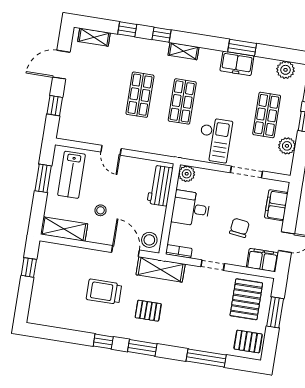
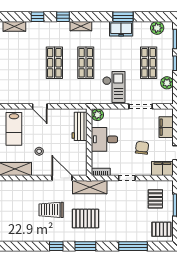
stool: (149, 240) -> (78, 167), removed
pallet: (246, 299) -> (155, 199), width x0.67, depth x0.71
pallet: (148, 311) -> (85, 219), width x1.50, depth x1.42

